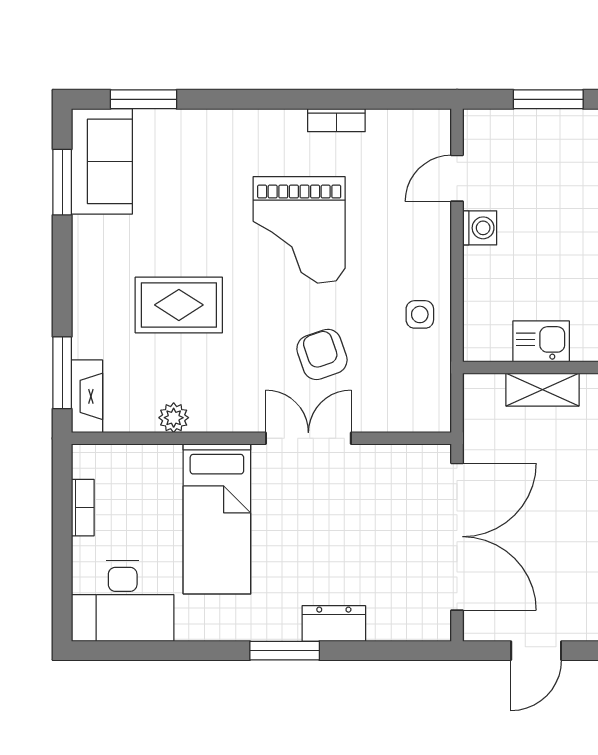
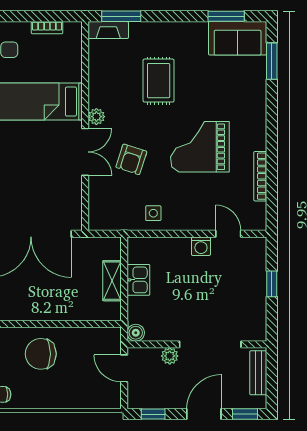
window: (548, 99) -> (272, 284), width x0.67
bookcase: (336, 120) -> (260, 176), width x1.56
armchair: (322, 354) -> (131, 159), turned 127
plant: (174, 418) -> (96, 117), moved

